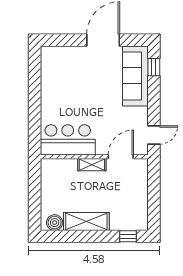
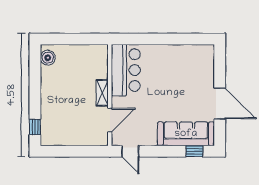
door: (121, 157) -> (110, 120), hinge flipped
shelving: (86, 221) -> (49, 88), removed

